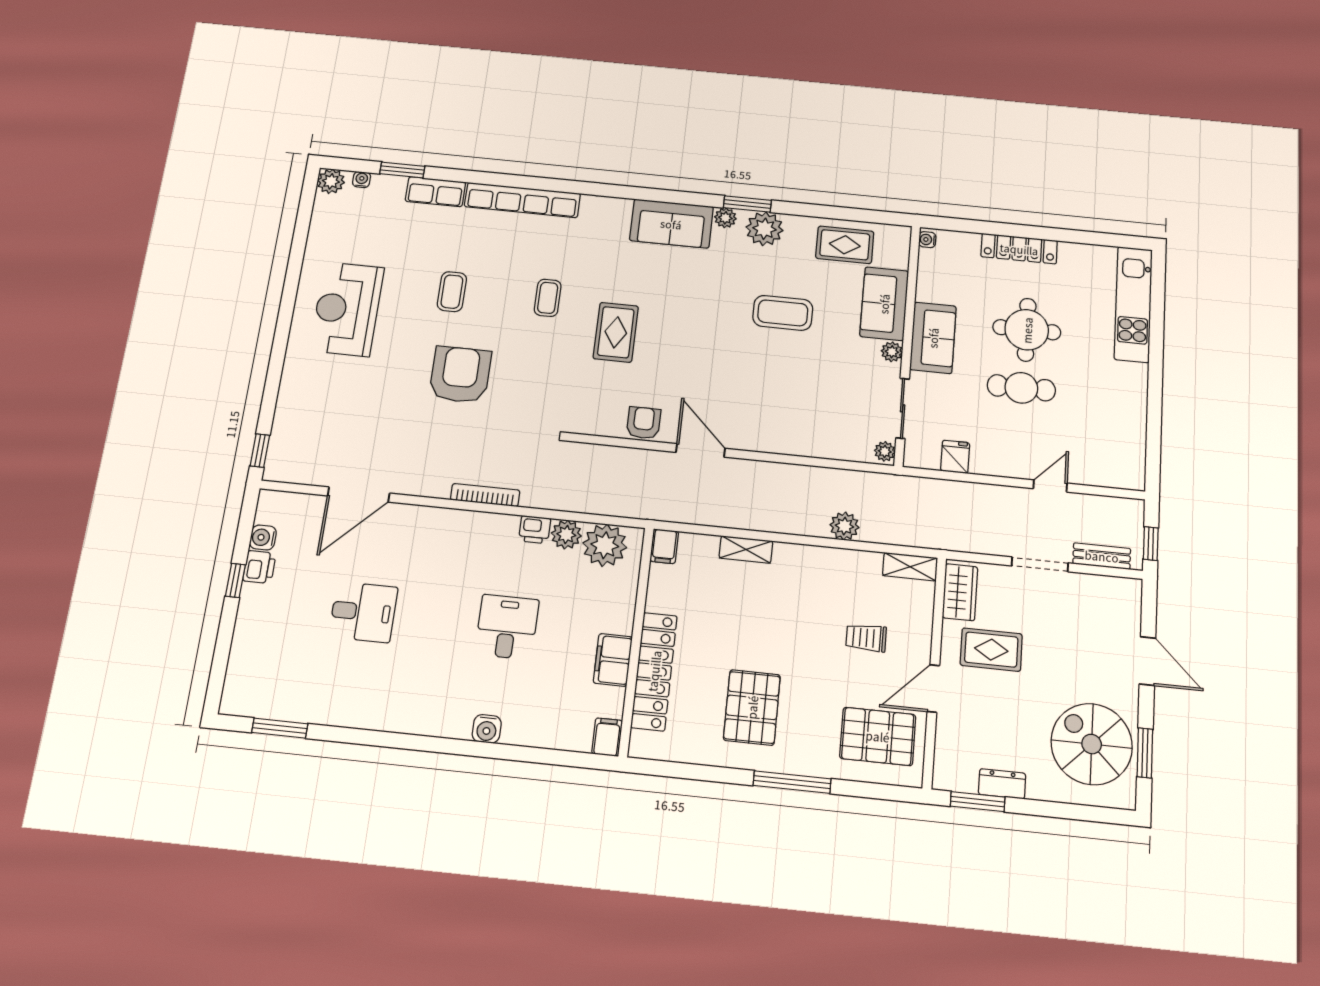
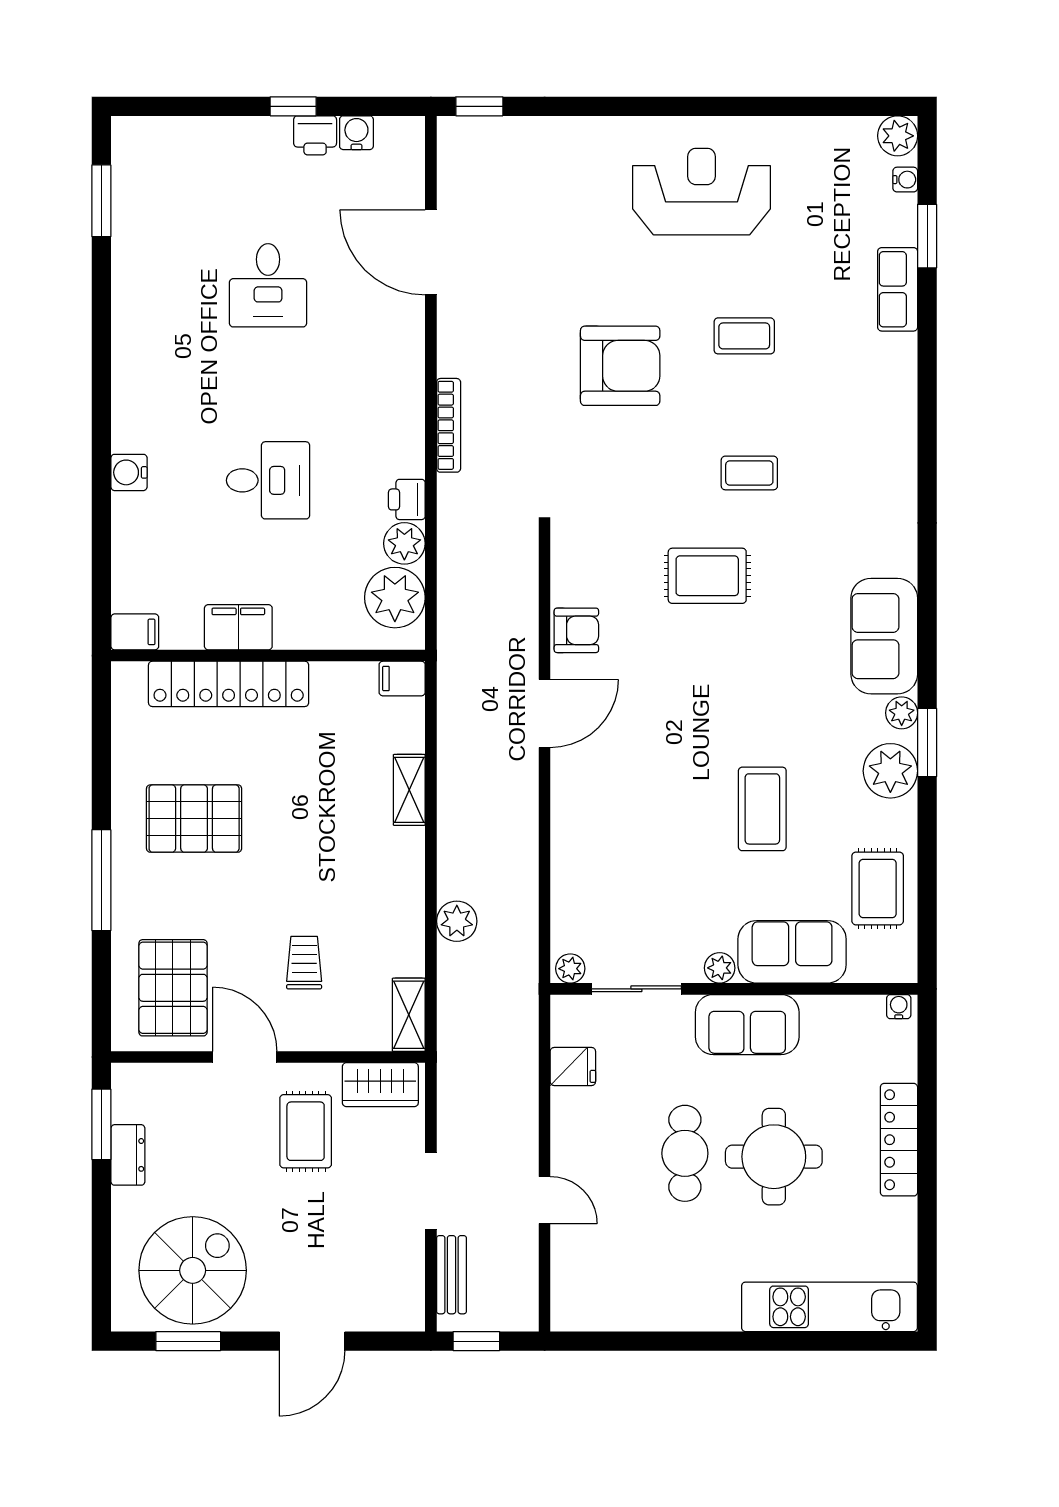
row of seats: (522, 200) -> (898, 417), removed

